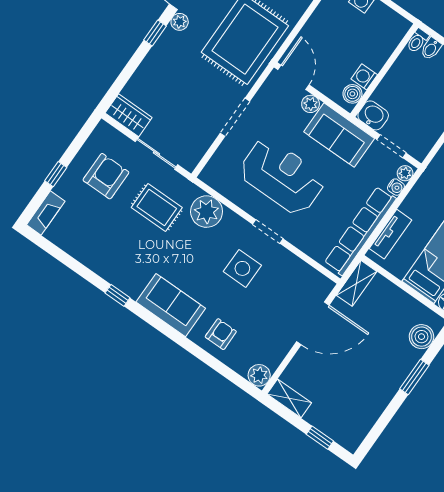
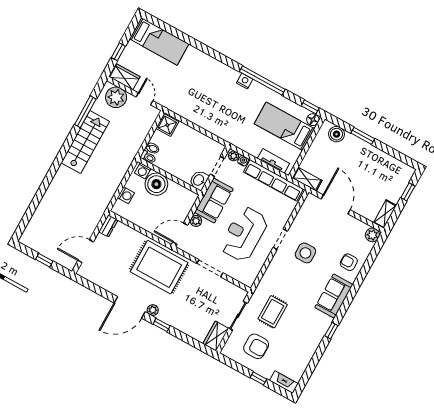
washing machine: (364, 77) -> (143, 171), moved
boiler: (352, 94) -> (156, 184), moved, width x1.86, depth x1.86
armchair: (106, 176) -> (256, 346), turned 180
plant: (207, 212) -> (272, 280), removed

